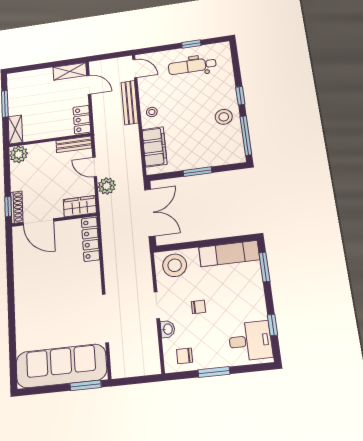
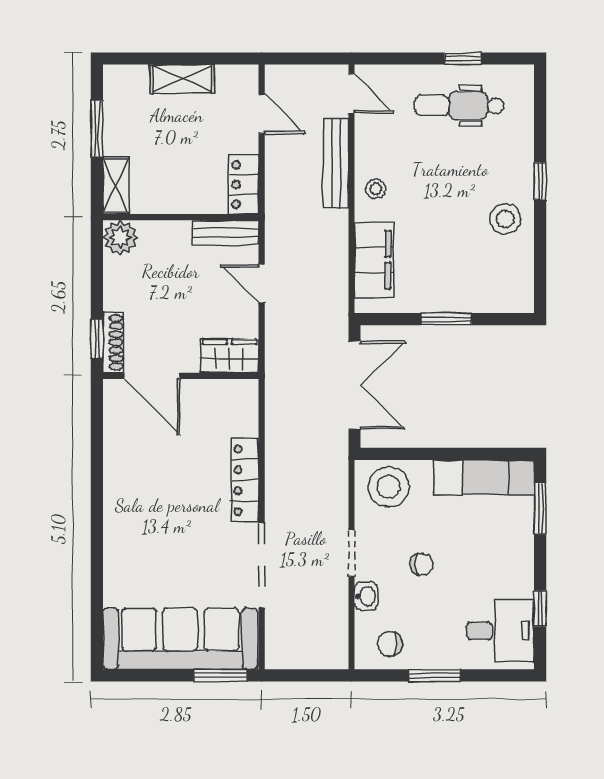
shelving: (70, 71) -> (182, 79), moved
window: (246, 135) -> (540, 262), removed
plant: (107, 186) -> (281, 324), removed
locker: (90, 239) -> (245, 480), moved

